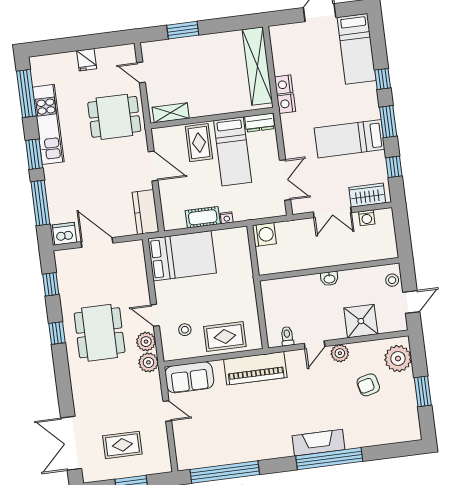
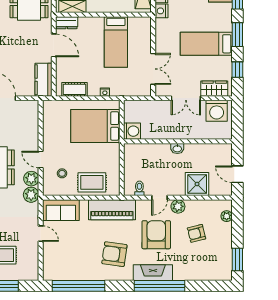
dresser: (260, 123) -> (67, 23), moved
rug: (199, 143) -> (91, 32), removed
cot: (203, 217) -> (75, 89), moved
washing machine: (367, 218) -> (217, 111), width x1.89, depth x1.89
washing machine: (264, 234) -> (132, 131), moved
bed: (182, 256) -> (95, 126), moved, turned 180
stool: (392, 280) -> (225, 156), removed
door: (411, 302) -> (237, 174), swing flipped
plant: (398, 358) -> (227, 216), width x0.53, depth x0.53
window: (423, 391) -> (237, 259), moved
armchair: (317, 393) -> (156, 235), added
armchair: (266, 425) -> (114, 254), added

